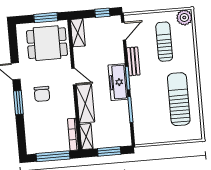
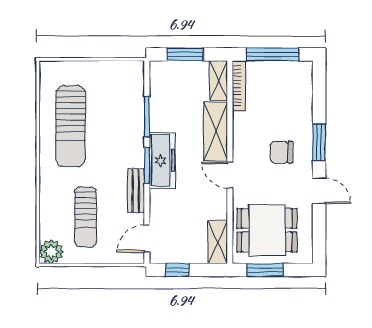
chair: (42, 94) -> (281, 152), turned -90

